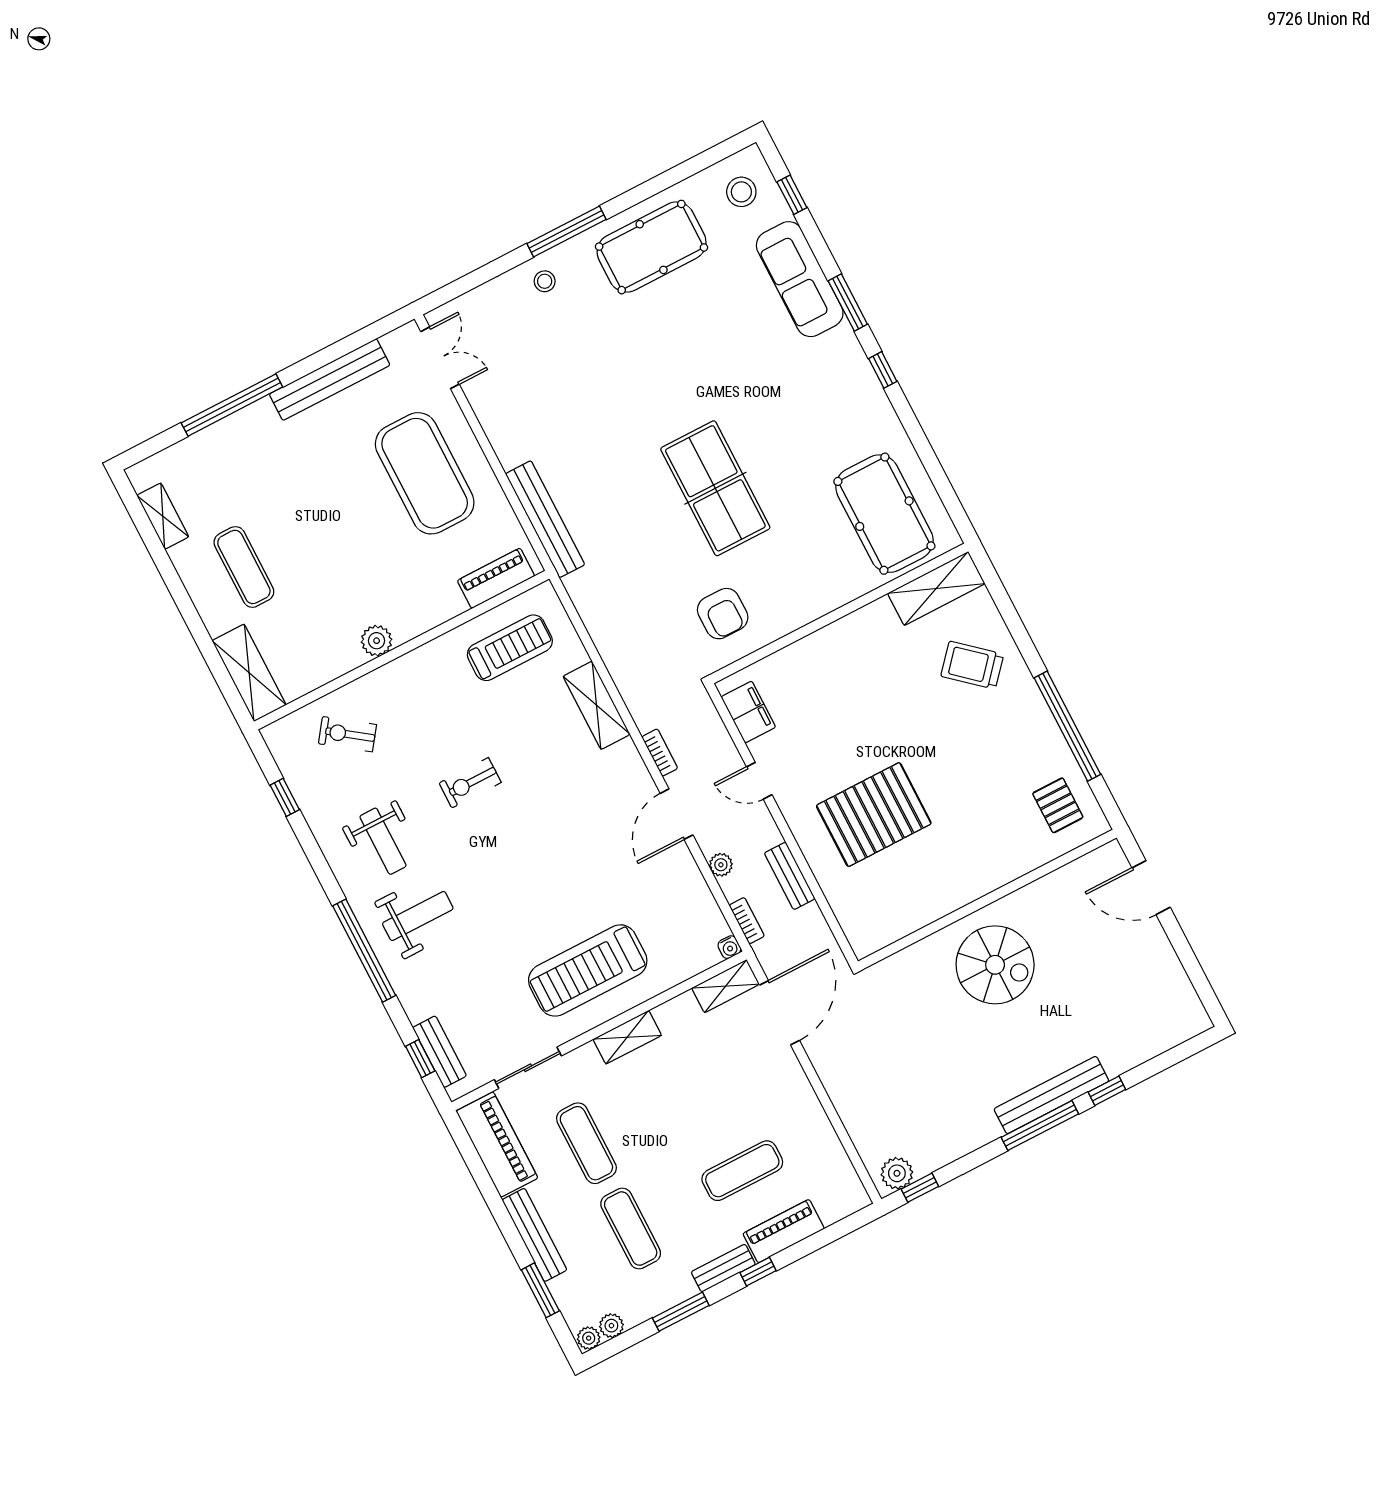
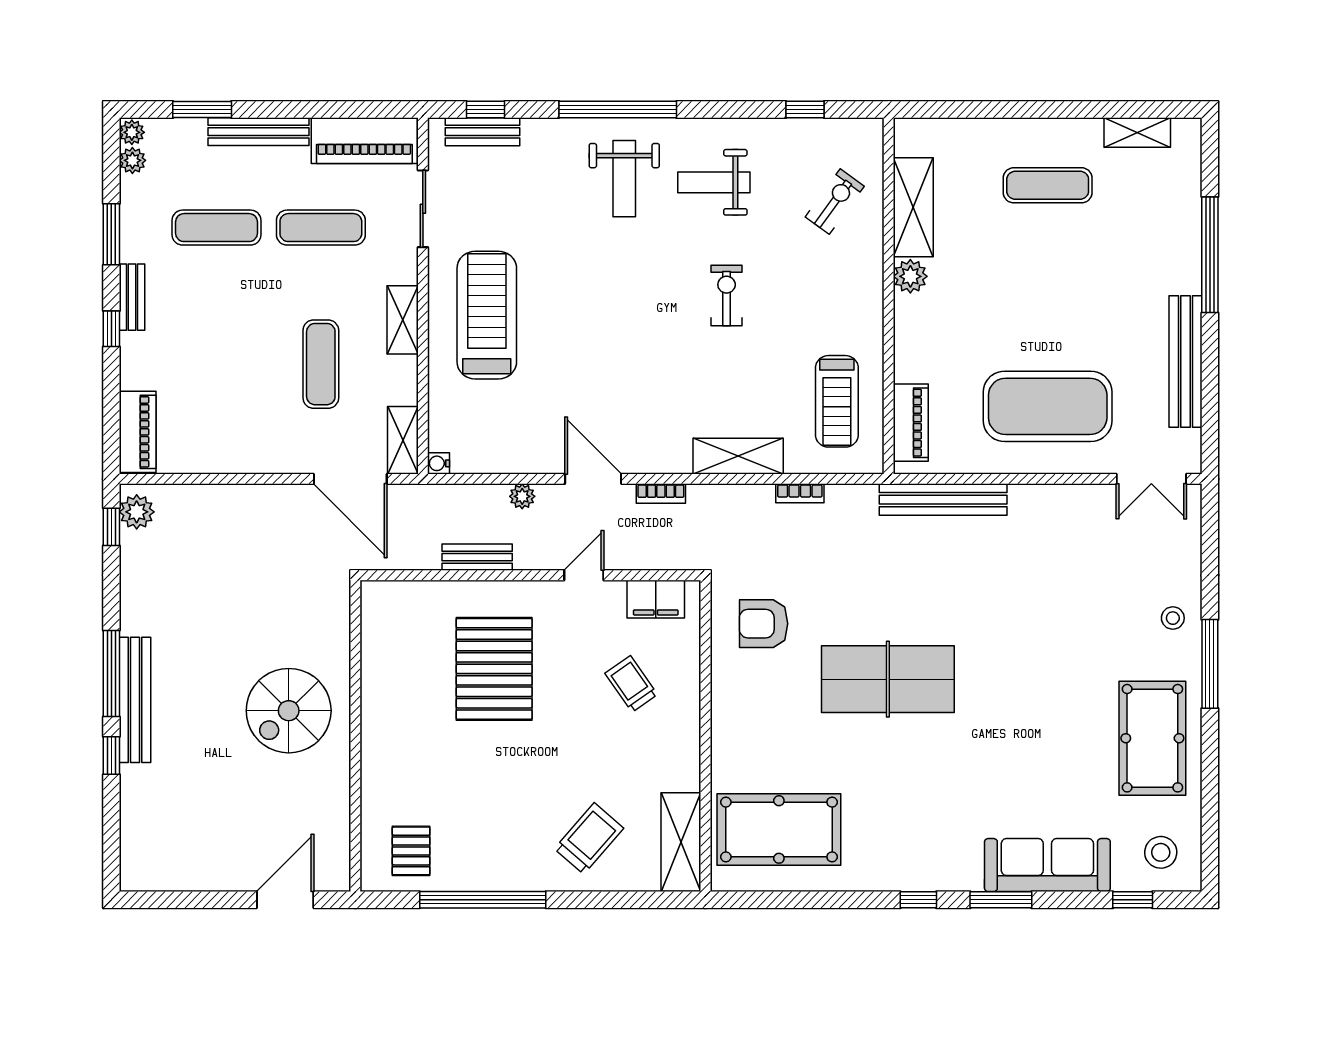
shelving: (249, 673) -> (913, 207), moved, turned 90
trolley: (828, 696) -> (631, 684), added
pallet: (1058, 805) -> (411, 851), turned 90
bookcase: (747, 921) -> (800, 493), moved
exercise mat: (742, 1171) -> (321, 364), moved
piano: (784, 1231) -> (138, 432), moved

